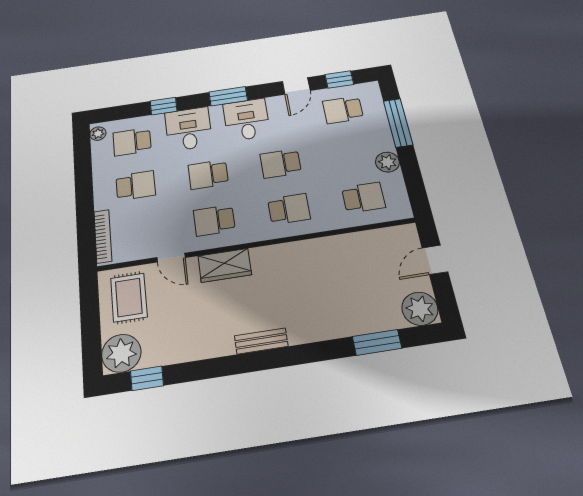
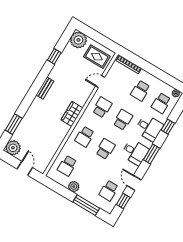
school desk: (343, 110) -> (109, 191), turned 180
school desk: (132, 142) -> (161, 103), turned 180
wardrobe: (225, 265) -> (72, 114), moved
window: (147, 378) -> (54, 56), moved

